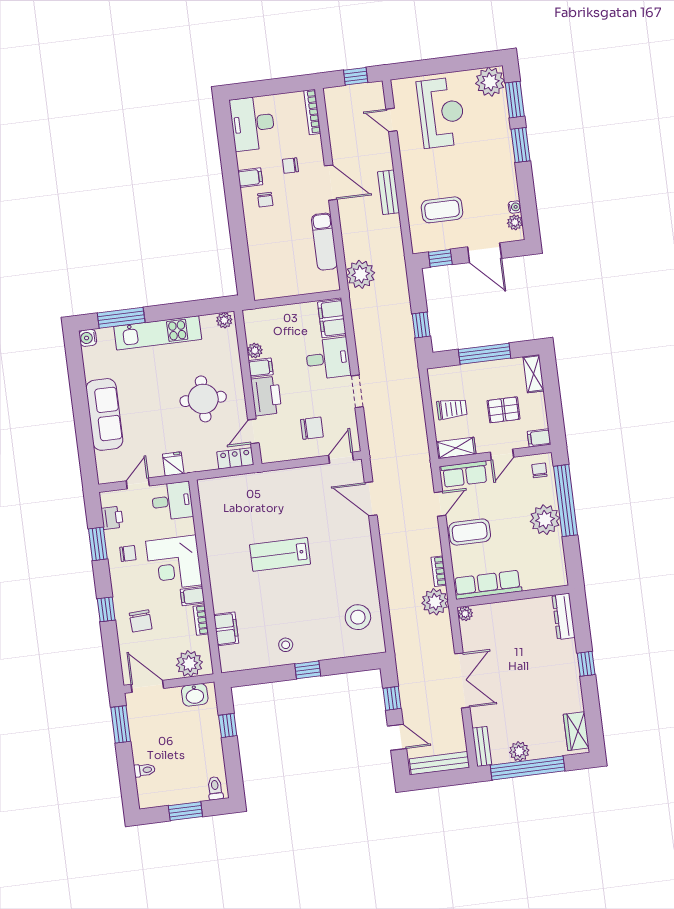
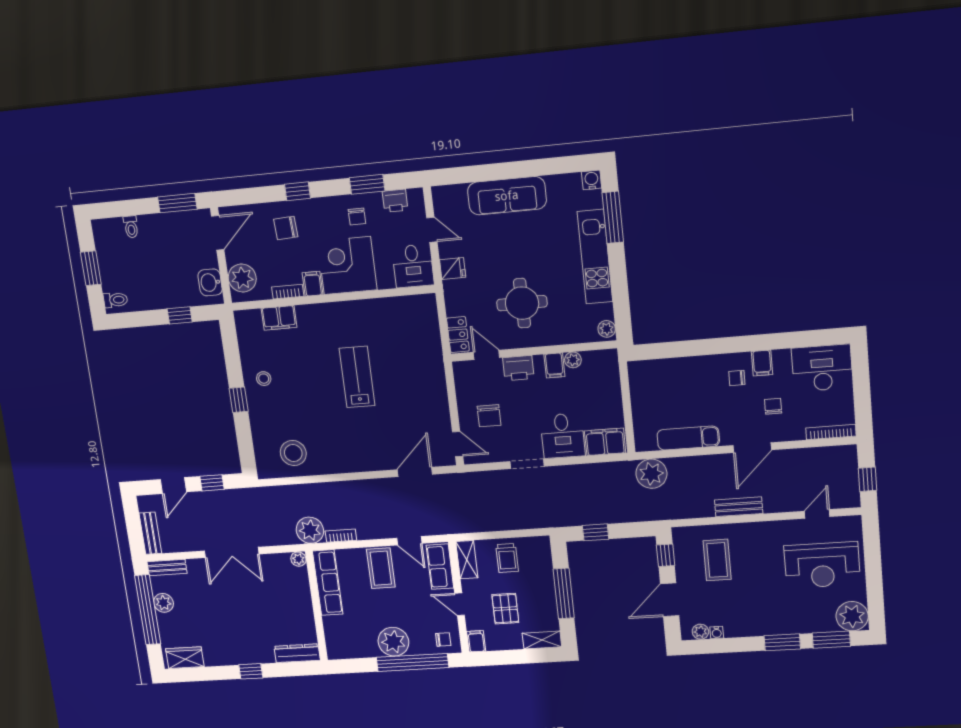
printer: (266, 396) -> (518, 368), width x0.73, depth x0.84
bench: (439, 763) -> (150, 533), width x0.73

